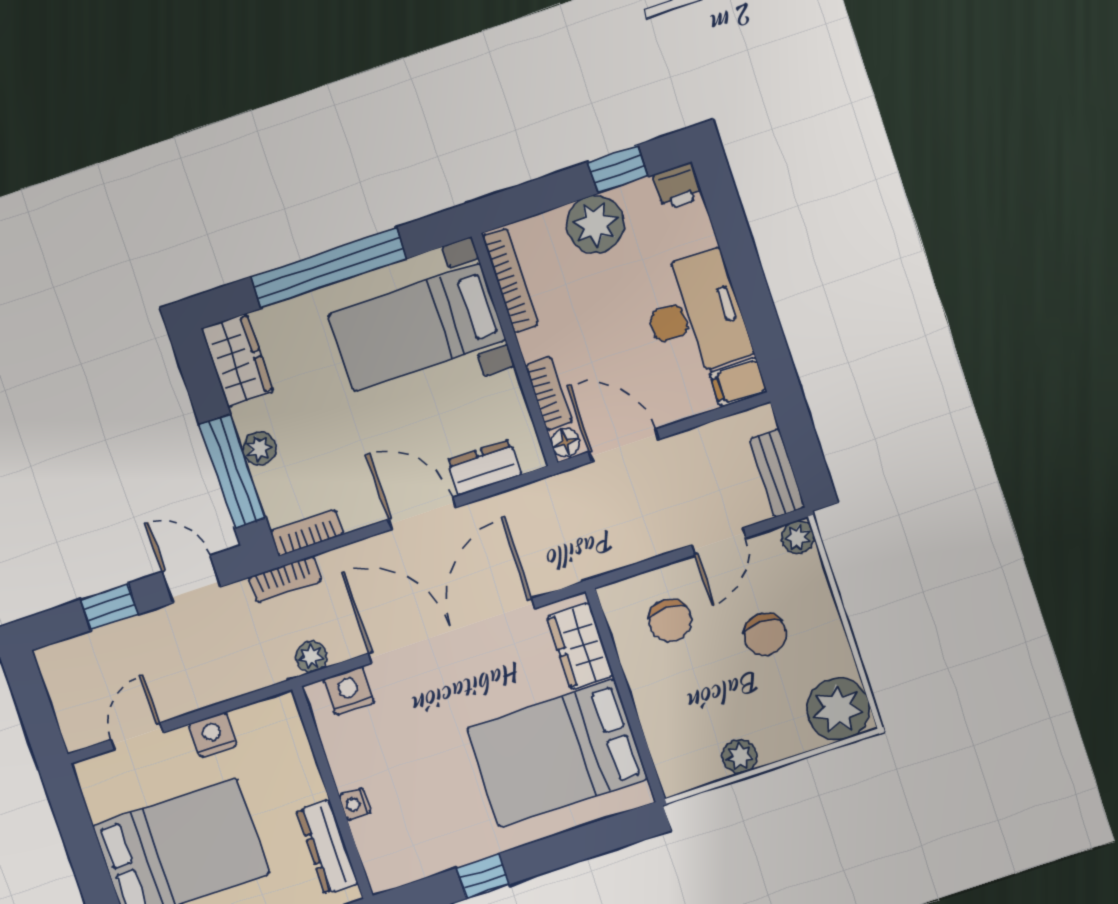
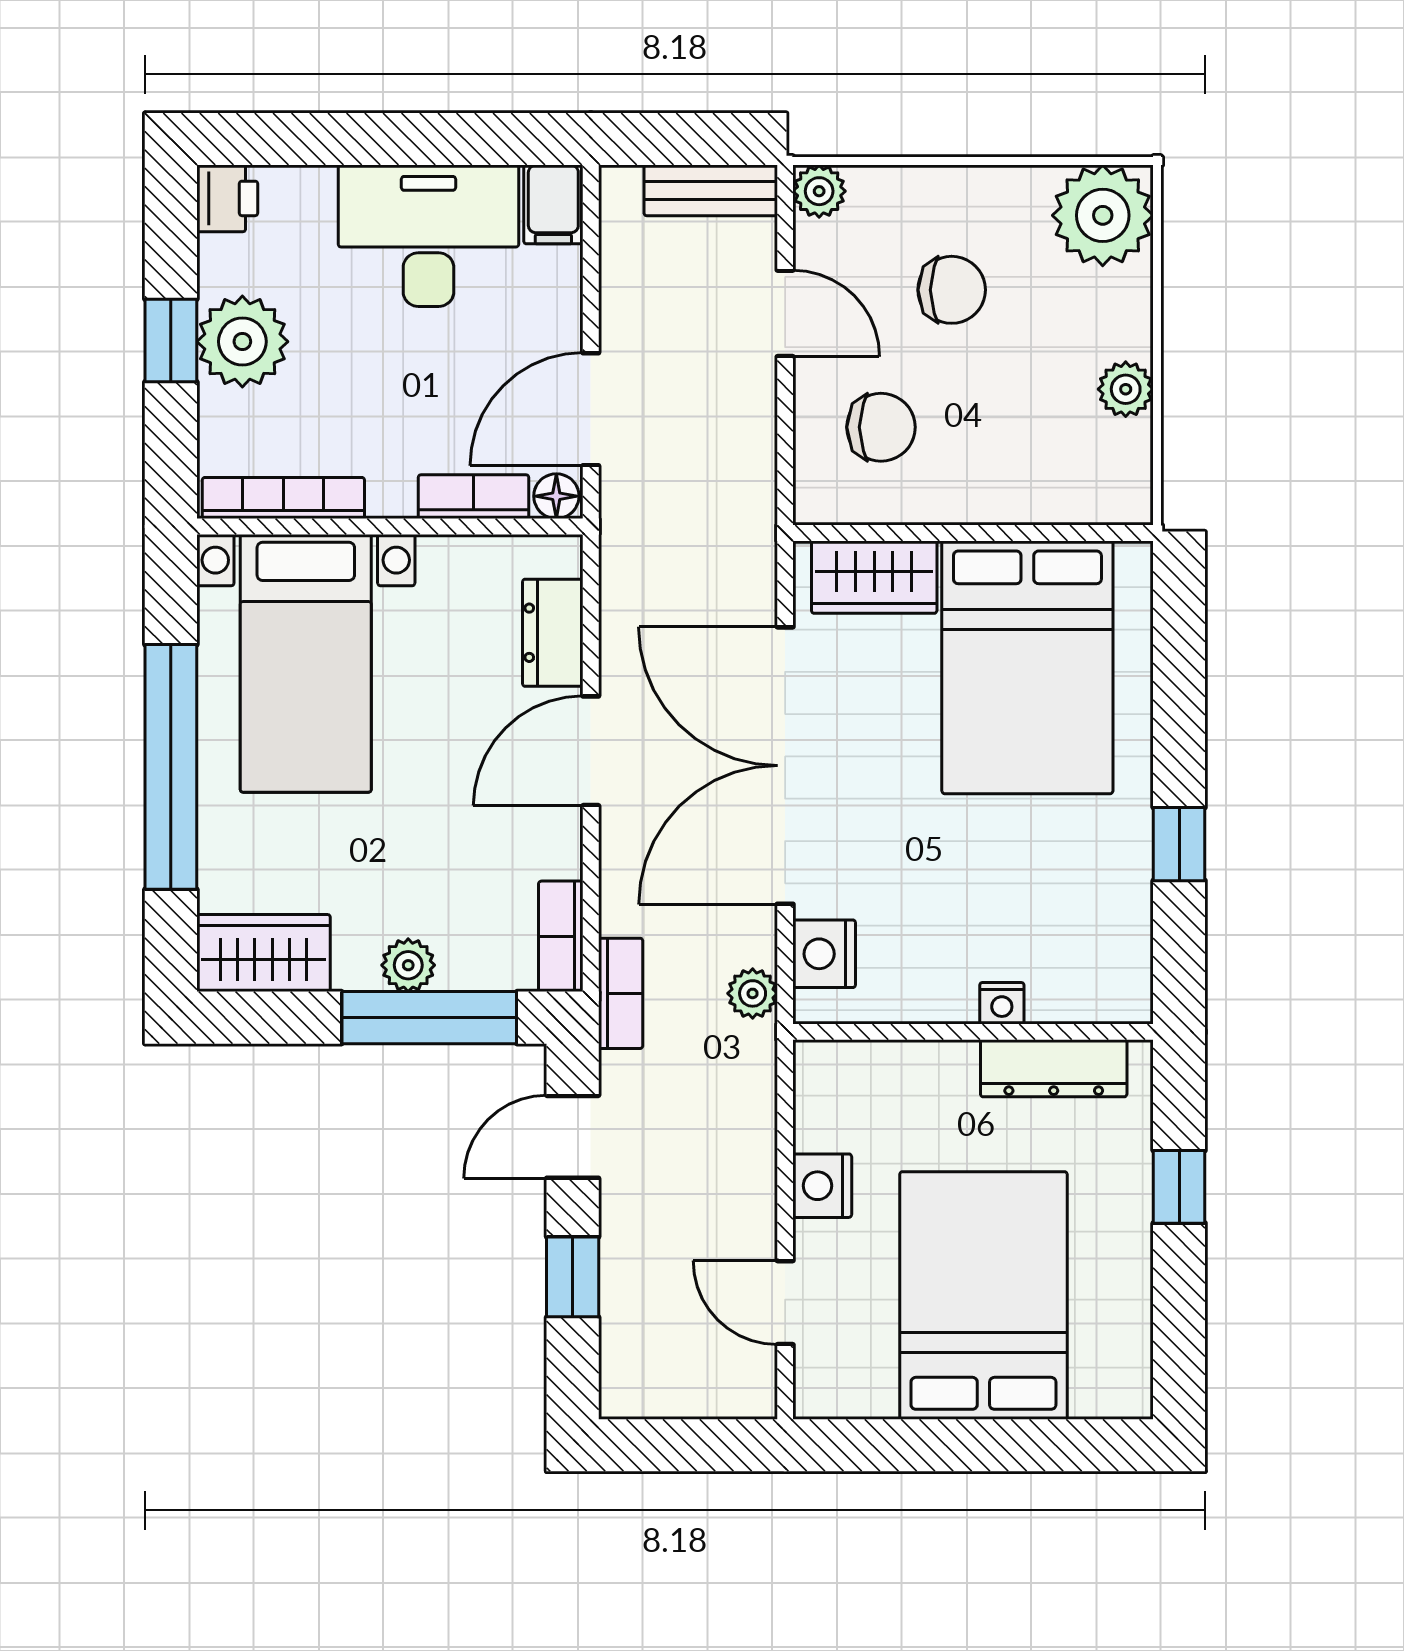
window: (618, 169) -> (171, 340), moved

